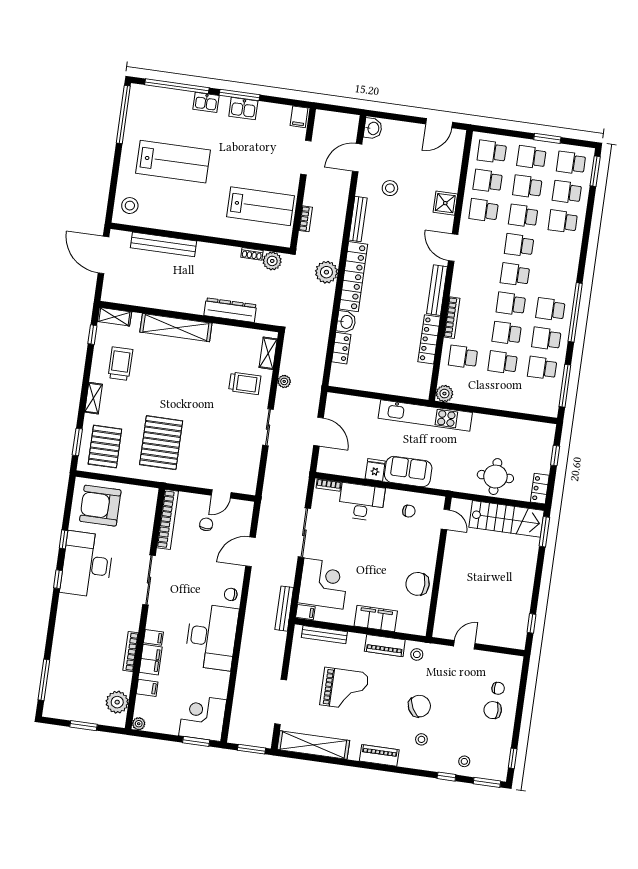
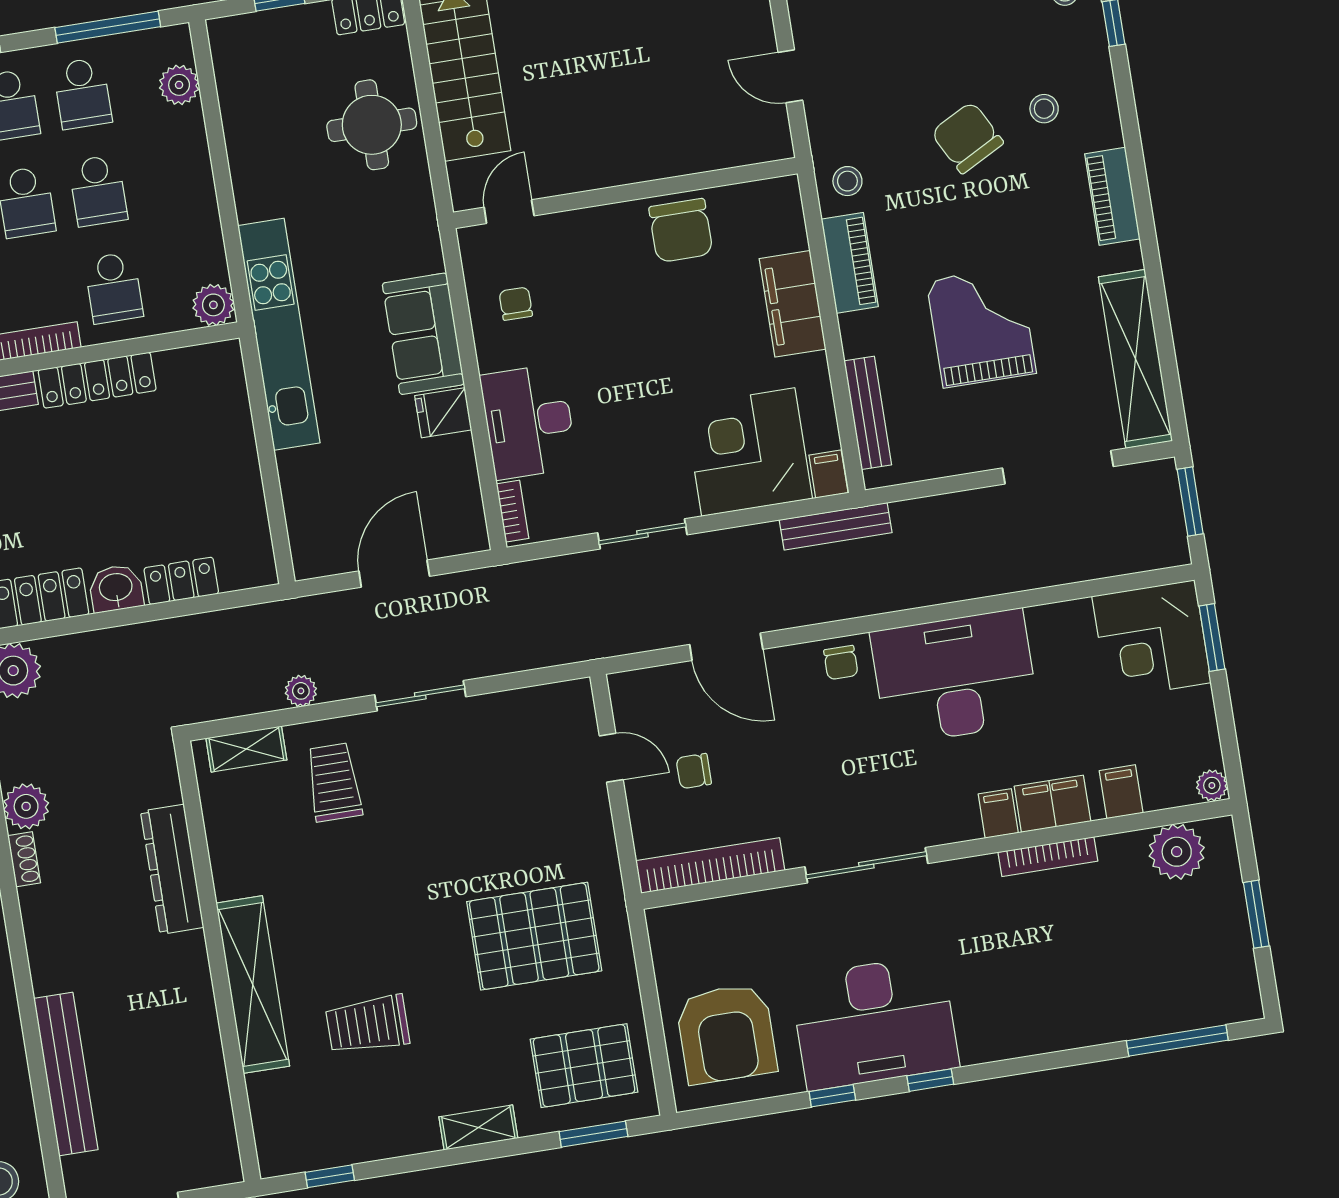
shelving: (114, 317) -> (272, 1137), removed
trolley: (120, 364) -> (368, 1025), moved
plant: (534, 406) -> (179, 85), added
sliding door: (304, 533) -> (642, 534), width x0.73

